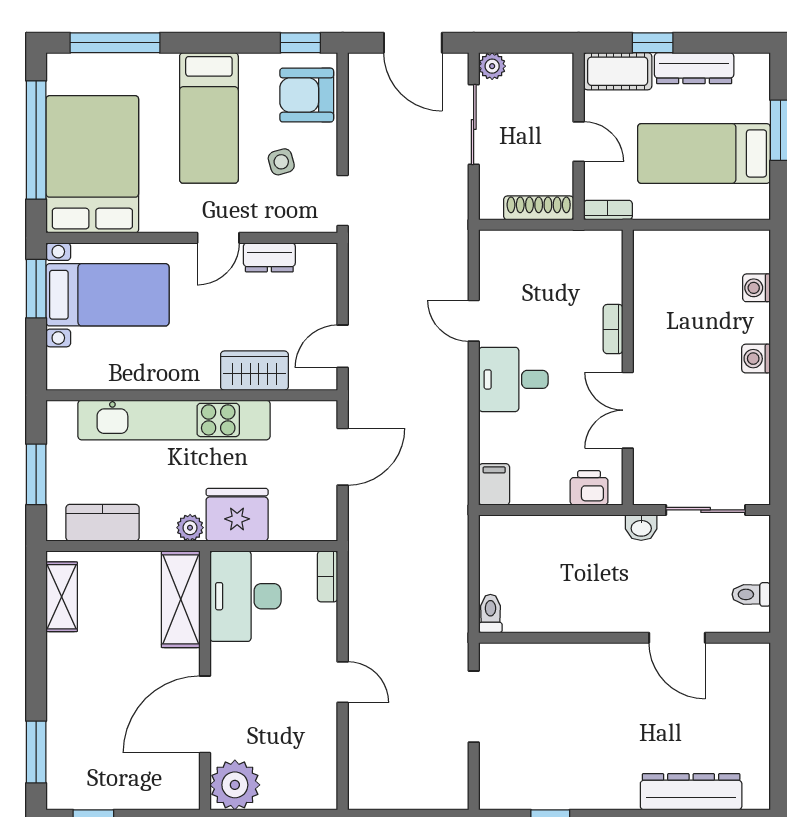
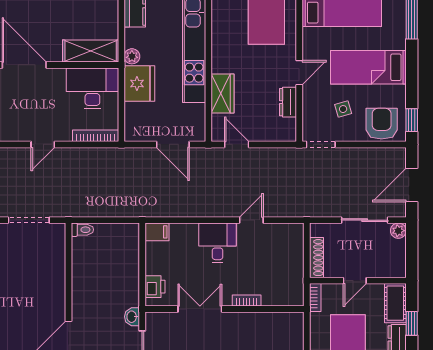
door: (218, 238) -> (299, 73), swing flipped
bookcase: (328, 576) -> (96, 136), width x1.56

